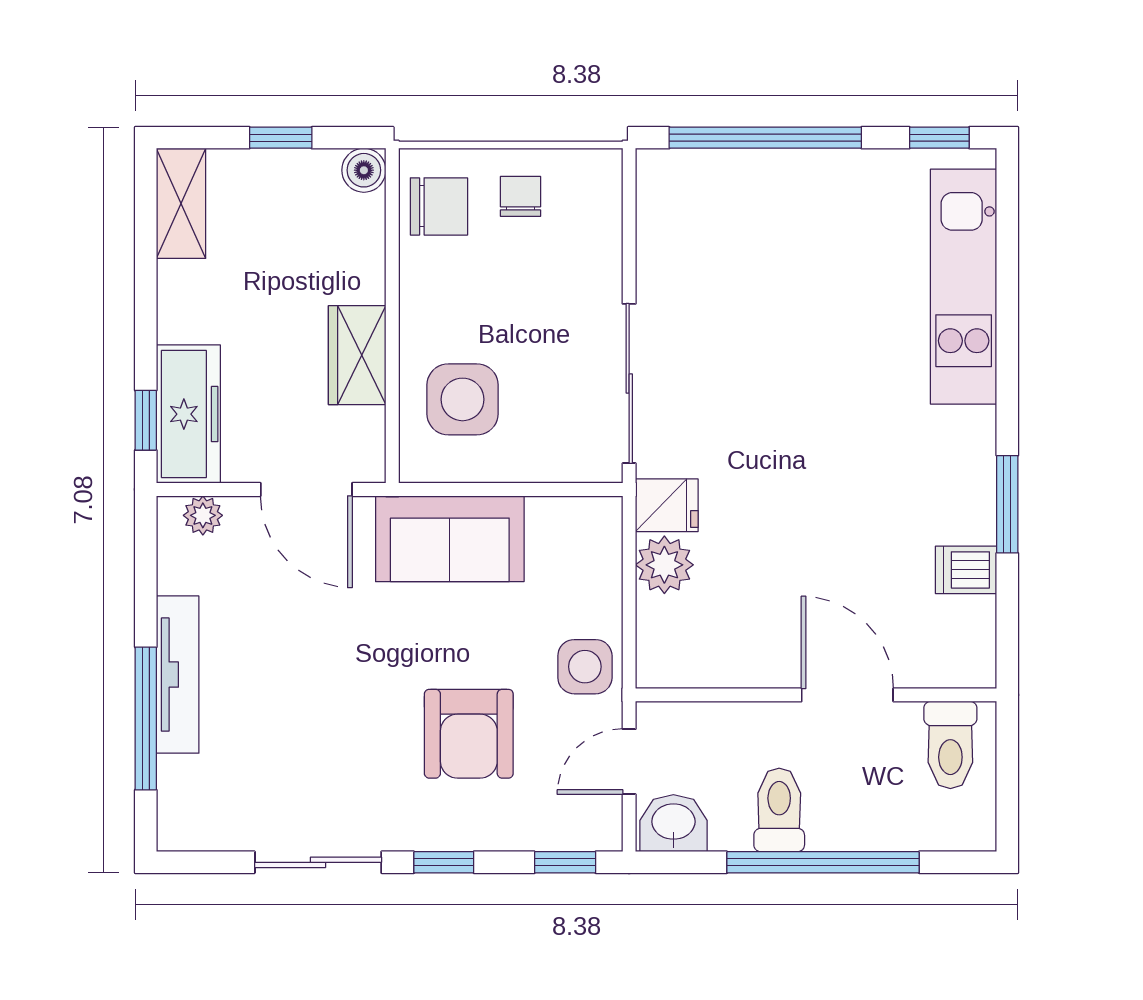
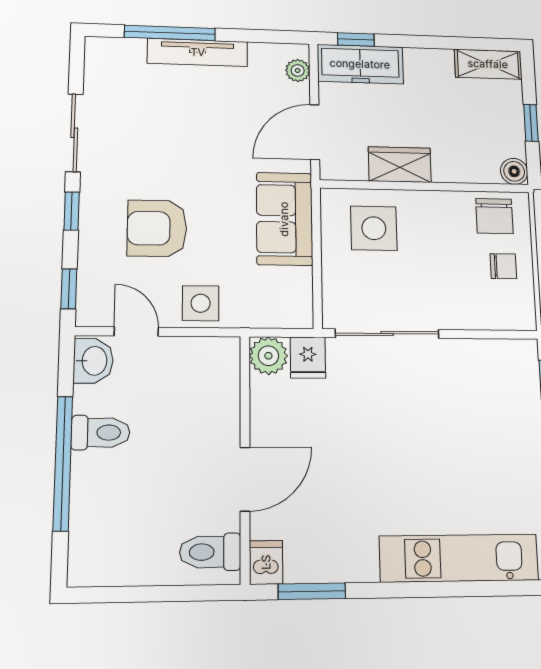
wall: (816, 695) -> (245, 458), moved
door: (847, 695) -> (245, 479), moved
toilet: (950, 745) -> (210, 552), moved

